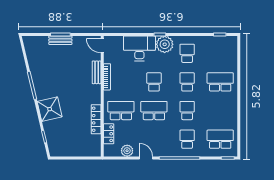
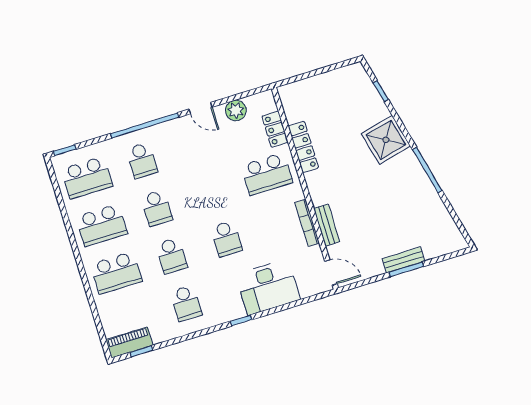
piano: (225, 41) -> (129, 343), added
plant: (165, 44) -> (228, 307), removed
school desk: (154, 111) -> (102, 225), moved

